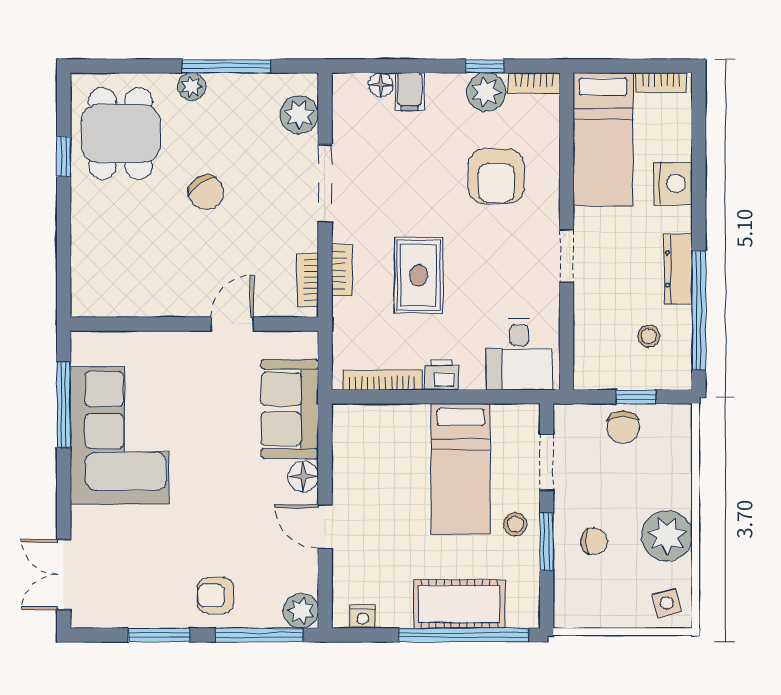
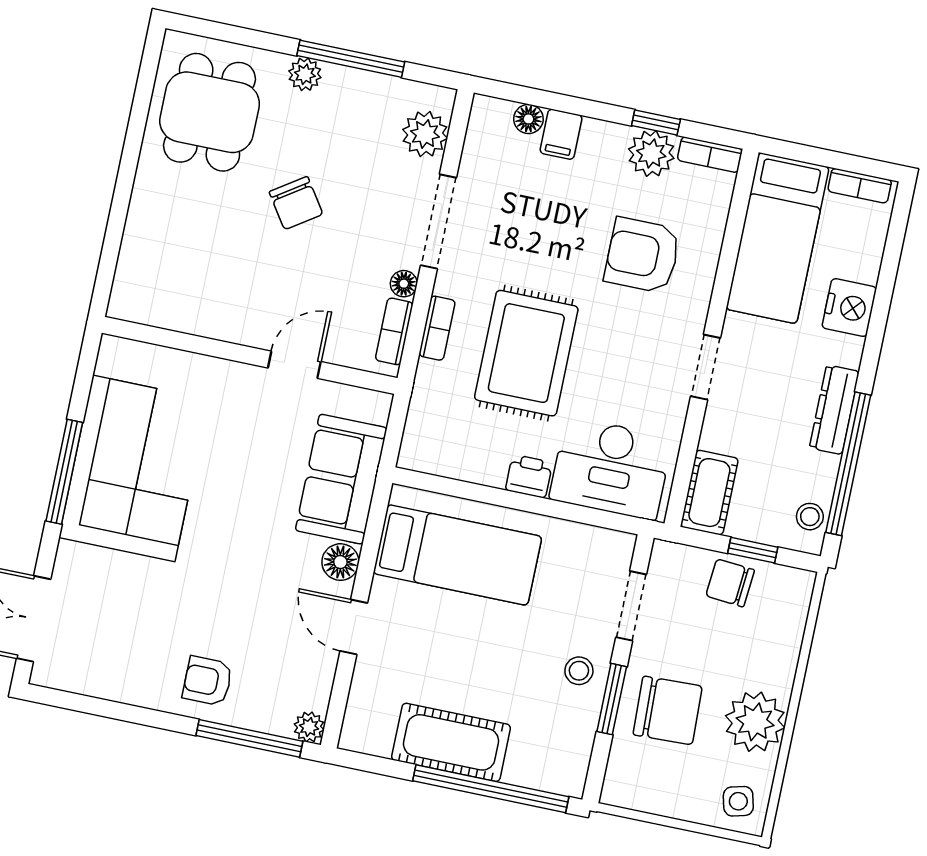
window: (64, 156) -> (137, 125), removed
armchair: (496, 176) -> (642, 255), turned 90
floor lamp: (307, 240) -> (404, 284), added
rug: (419, 275) -> (526, 353), width x1.36, depth x1.43
stool: (649, 336) -> (810, 517), moved
desk: (519, 354) -> (611, 468), width x1.37
cot: (591, 357) -> (709, 493), added
bookcase: (383, 380) -> (458, 468), removed
window: (64, 405) -> (64, 472), moved
chair: (623, 427) -> (730, 583), turned 95
bed: (461, 469) -> (458, 555), moved, turned -90
chair: (594, 541) -> (668, 710), width x1.87, depth x1.87
cot: (459, 604) -> (451, 742), moved
plant: (301, 611) -> (309, 727), width x0.73, depth x0.73
nightstand: (363, 617) -> (376, 742), removed
window: (159, 635) -> (131, 714), removed

